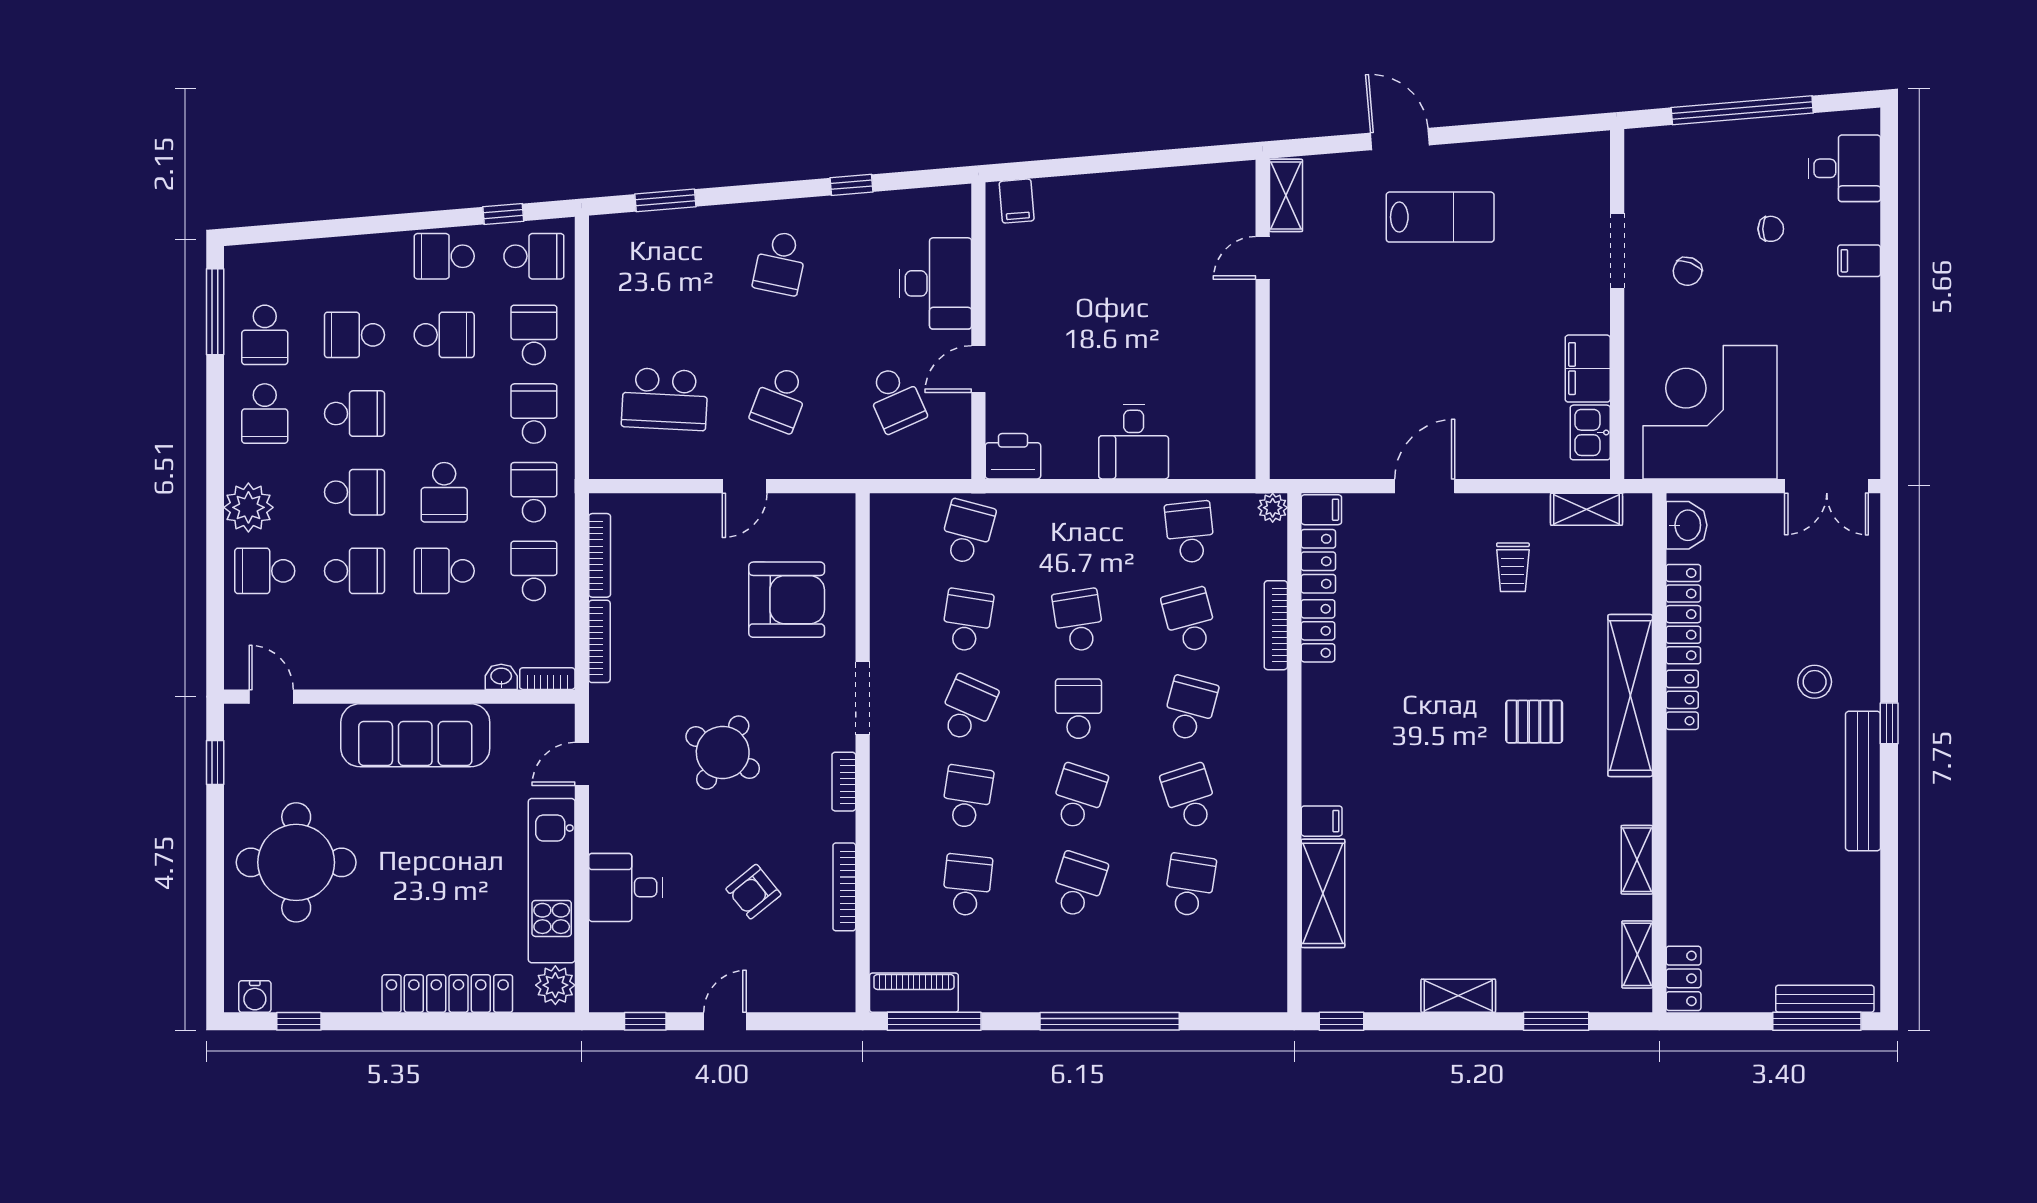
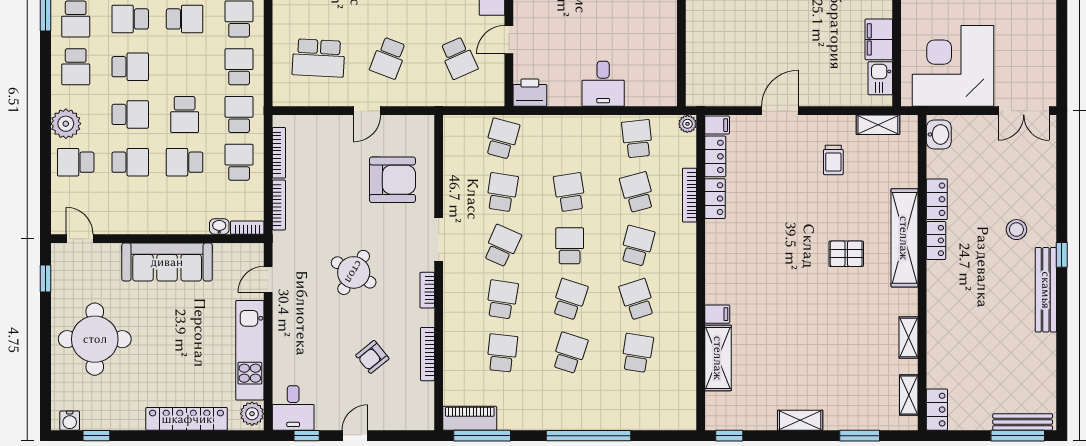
locker: (1683, 614) -> (937, 199), width x0.66
desk: (626, 887) -> (293, 408), moved, turned -90

